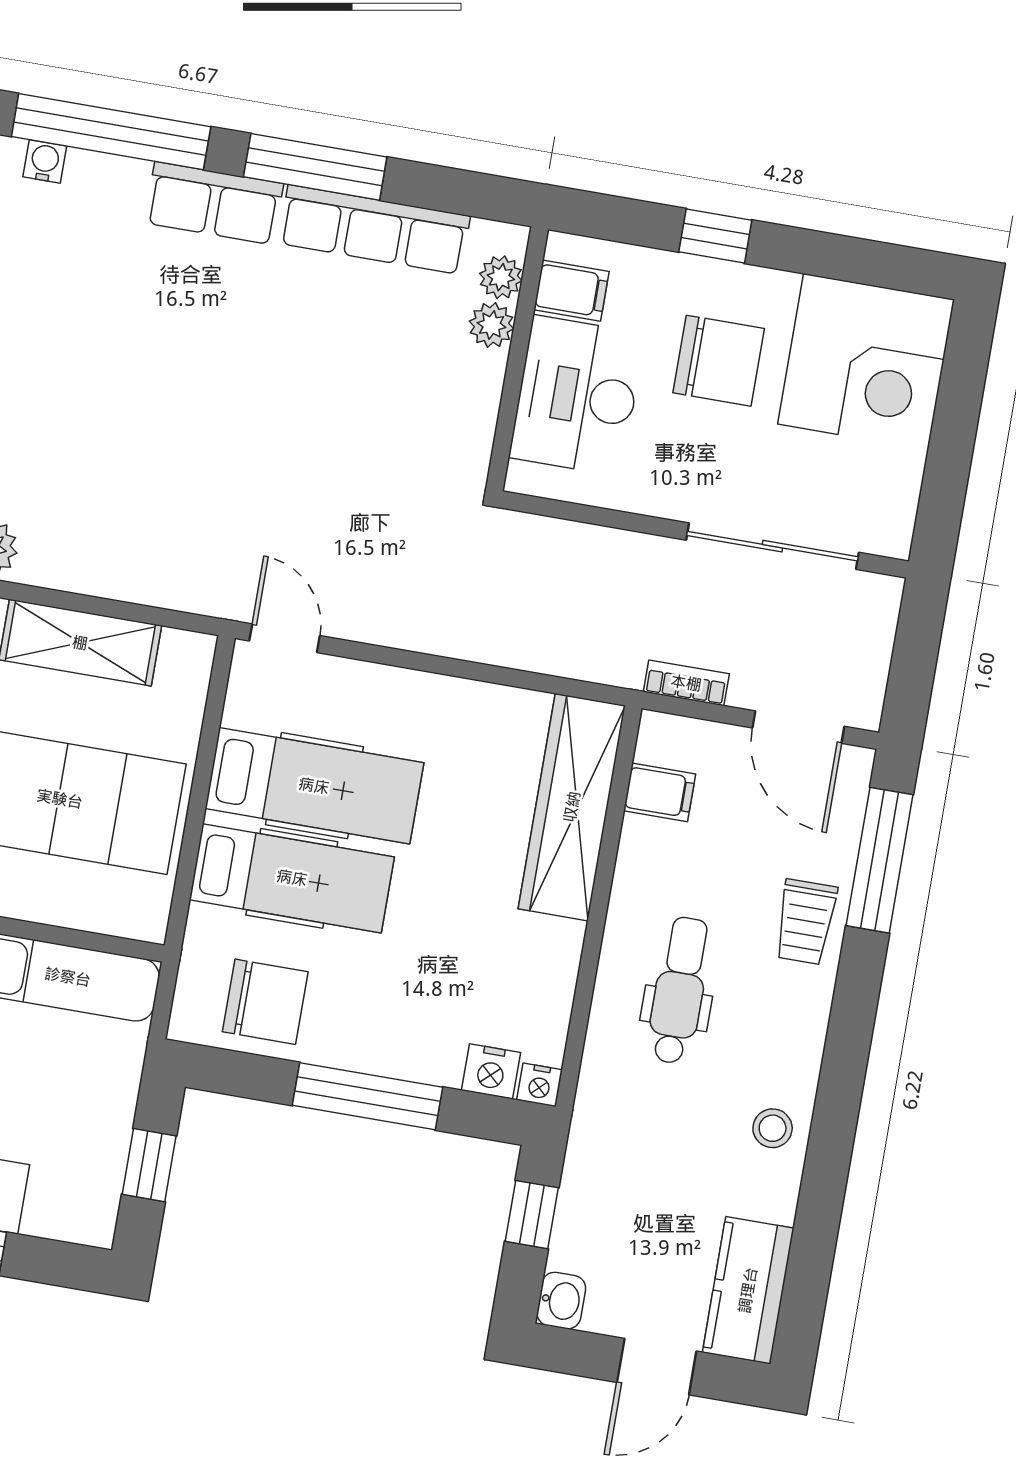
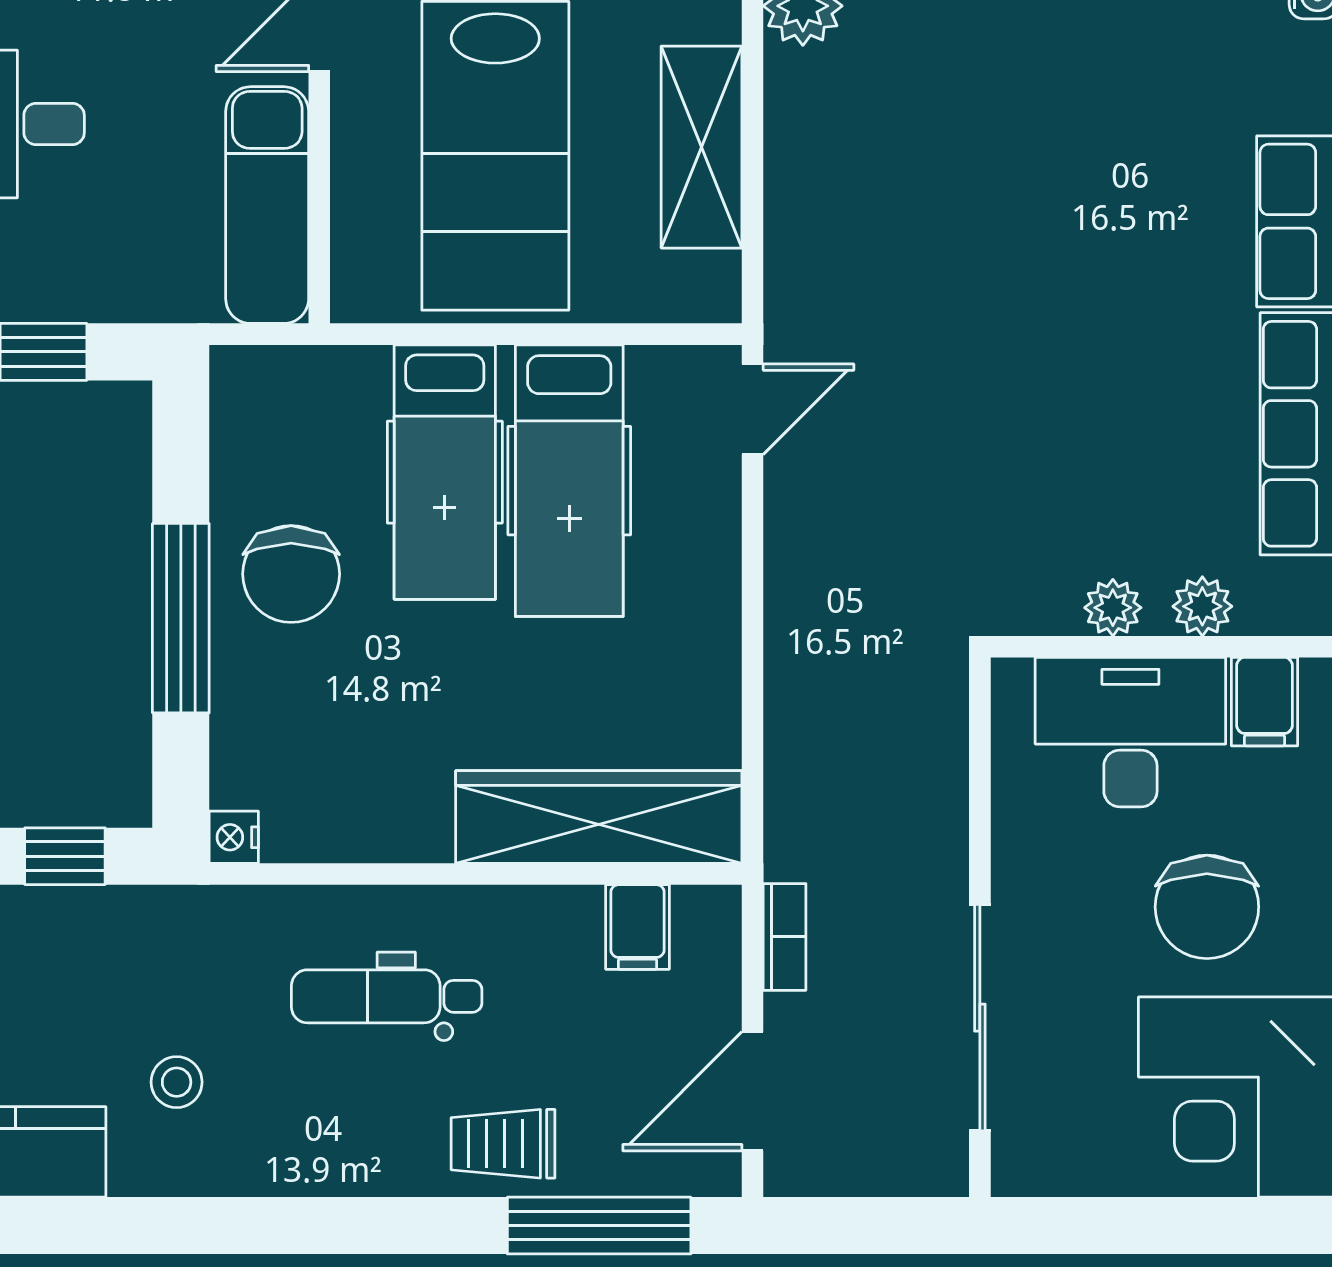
plant: (501, 277) -> (1113, 608), moved
dental chair: (679, 990) -> (387, 996), turned 180
chair: (265, 1002) -> (291, 574), moved
nightstand: (491, 1071) -> (240, 772), removed
stool: (773, 1128) -> (177, 1082), moved

